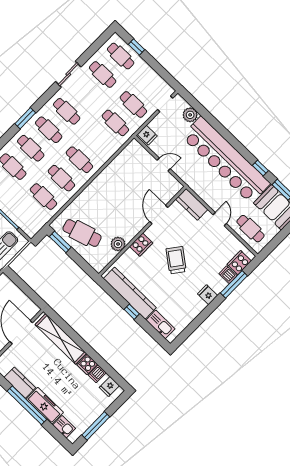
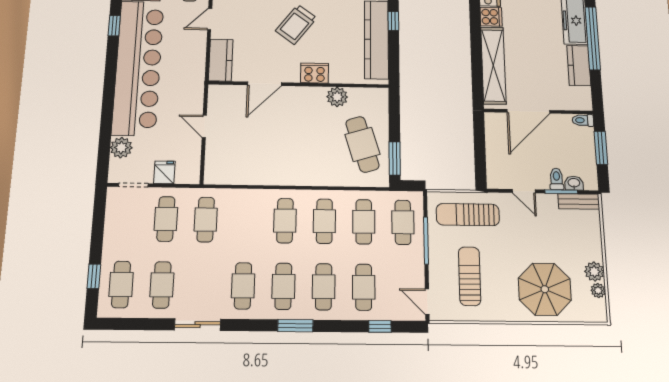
fridge: (147, 135) -> (164, 172), moved
cafe table: (26, 215) -> (403, 222), added

